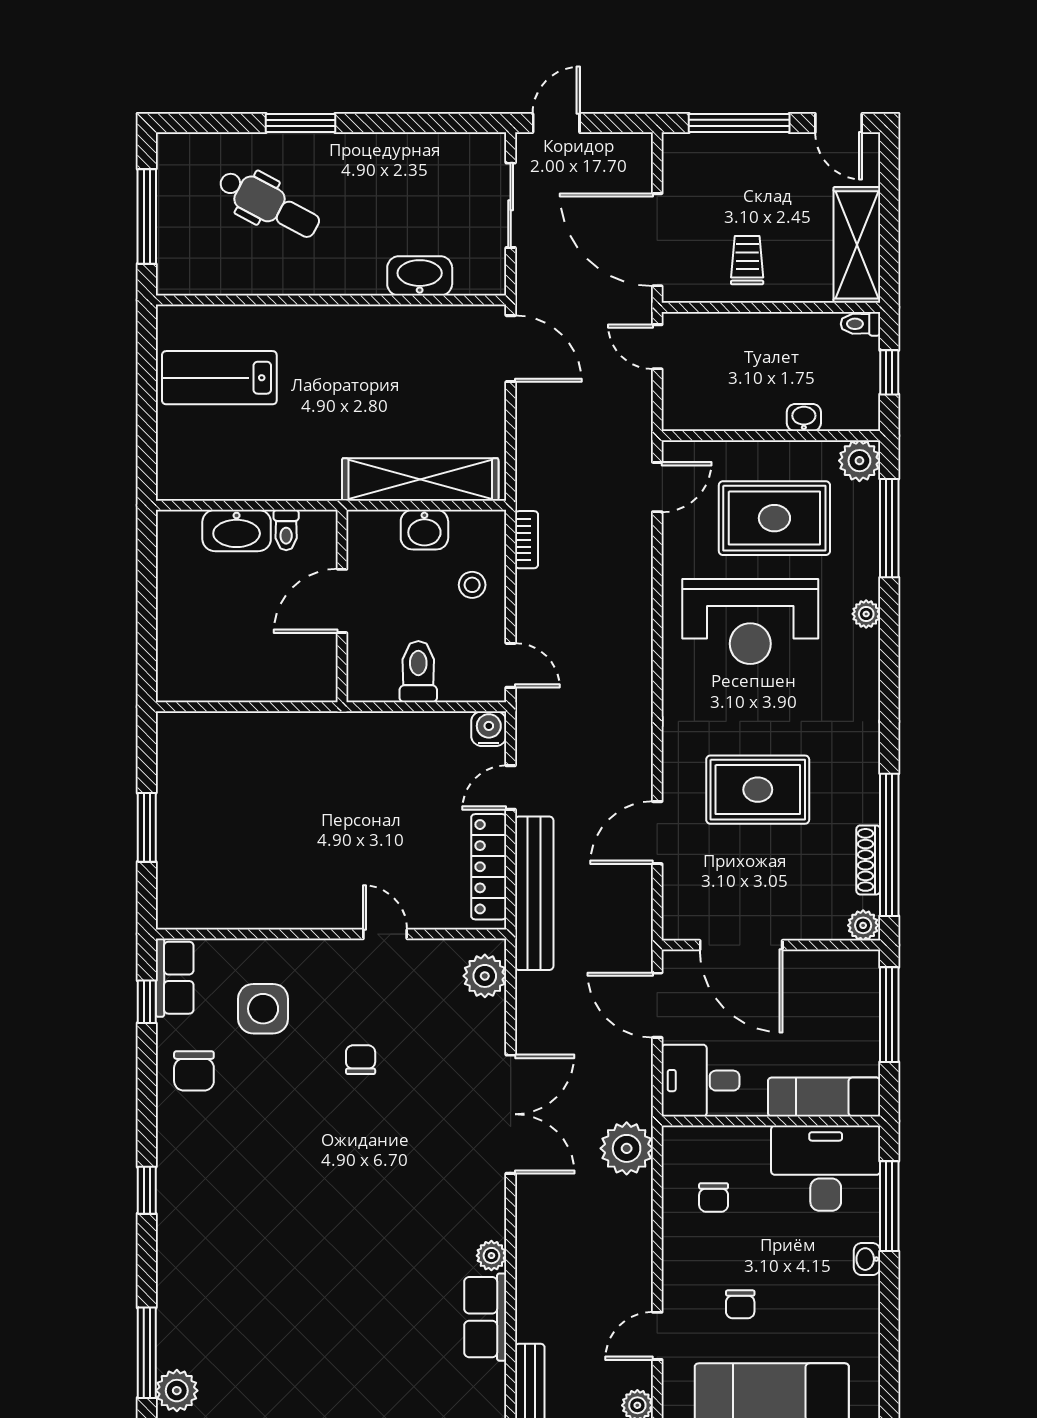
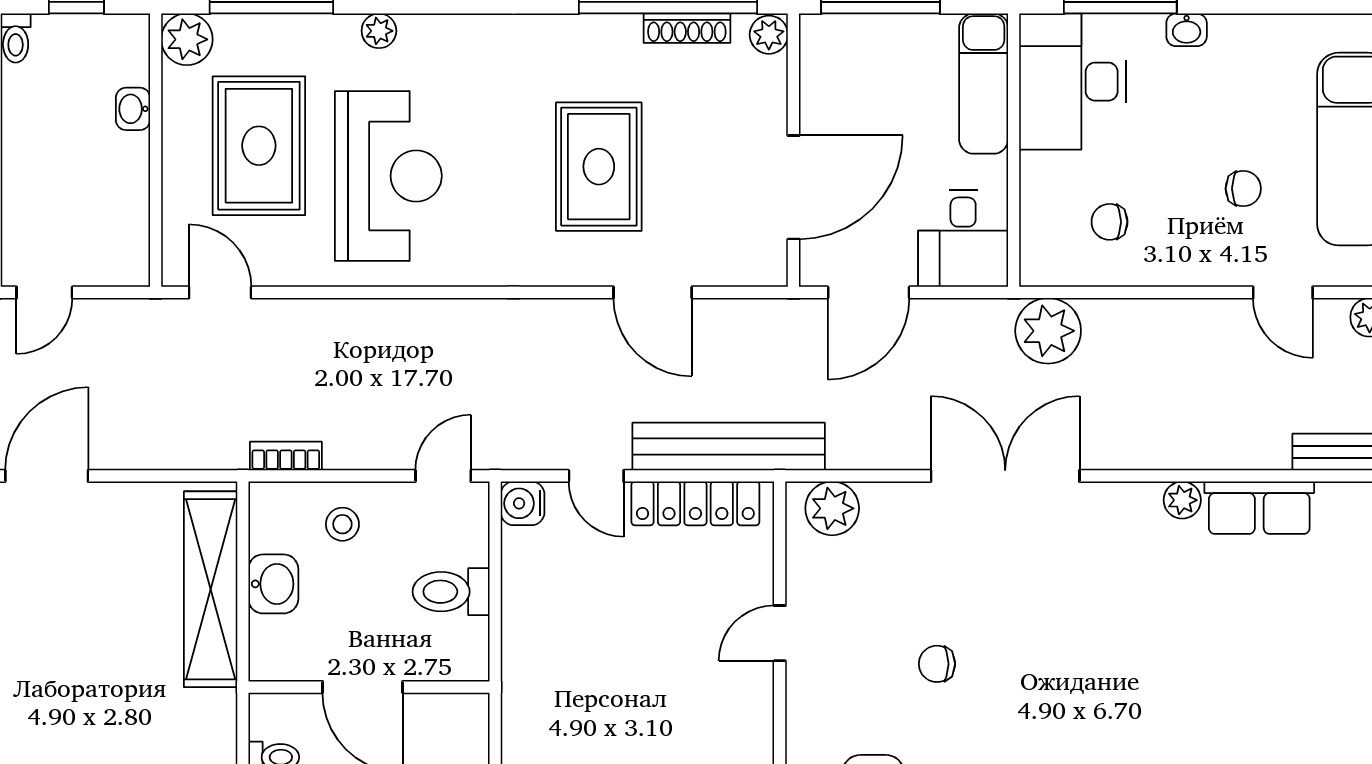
chair: (714, 1197) -> (1110, 222), turned 180

